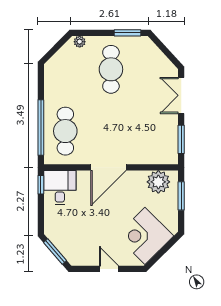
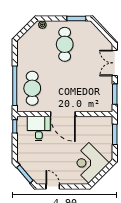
door: (108, 167) -> (63, 114), hinge flipped
plant: (158, 182) -> (98, 124), removed
desk: (60, 188) -> (39, 129), moved
door: (109, 269) -> (53, 186), moved

